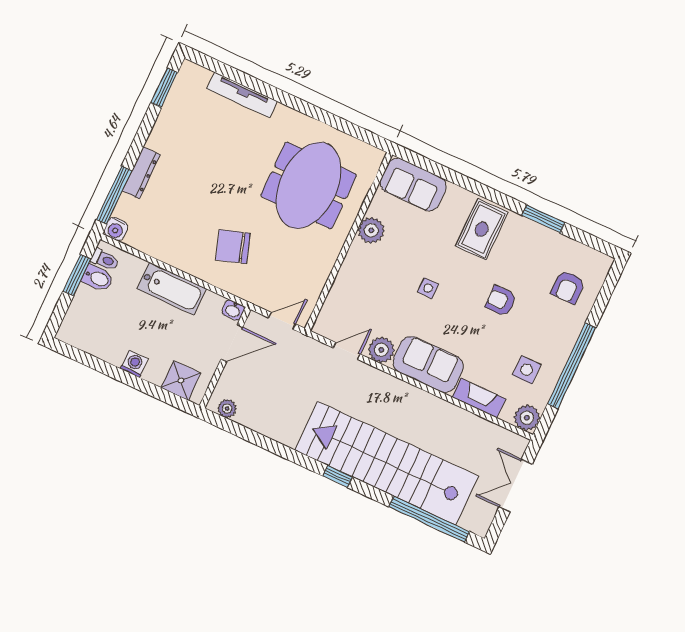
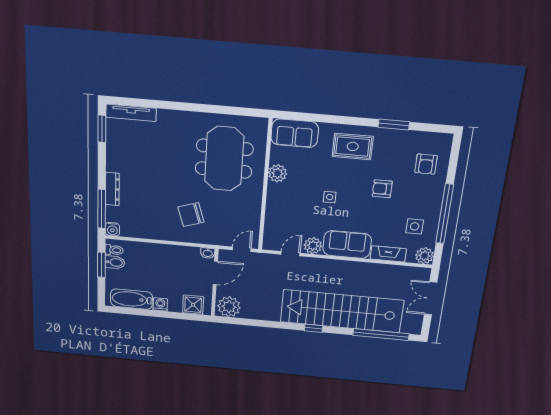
tv unit: (242, 95) -> (131, 113), moved
rug: (482, 229) -> (353, 146), turned 90
bathtub: (172, 289) -> (131, 299), moved, turned 180
plant: (227, 409) -> (229, 307), width x1.87, depth x1.87

